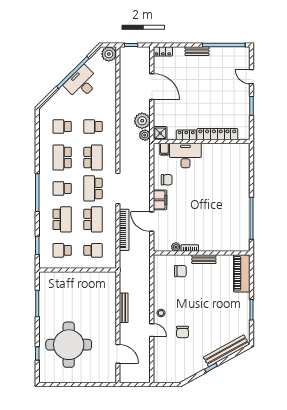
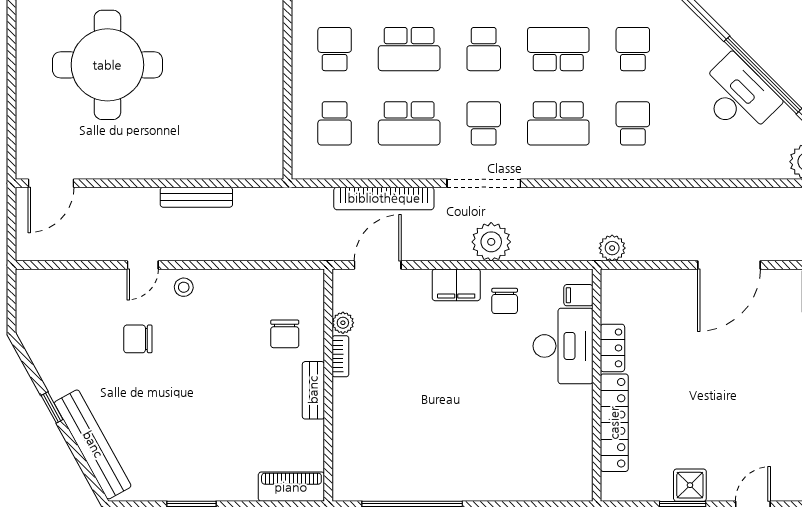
plant: (142, 121) -> (491, 242), moved
shower: (160, 133) -> (690, 485), moved
school desk: (62, 188) -> (484, 49), turned 180
school desk: (93, 188) -> (484, 123), width x0.54
door: (152, 222) -> (378, 265), moved
piano: (242, 273) -> (291, 487), width x0.73, depth x0.75
door: (118, 354) -> (51, 183), moved

